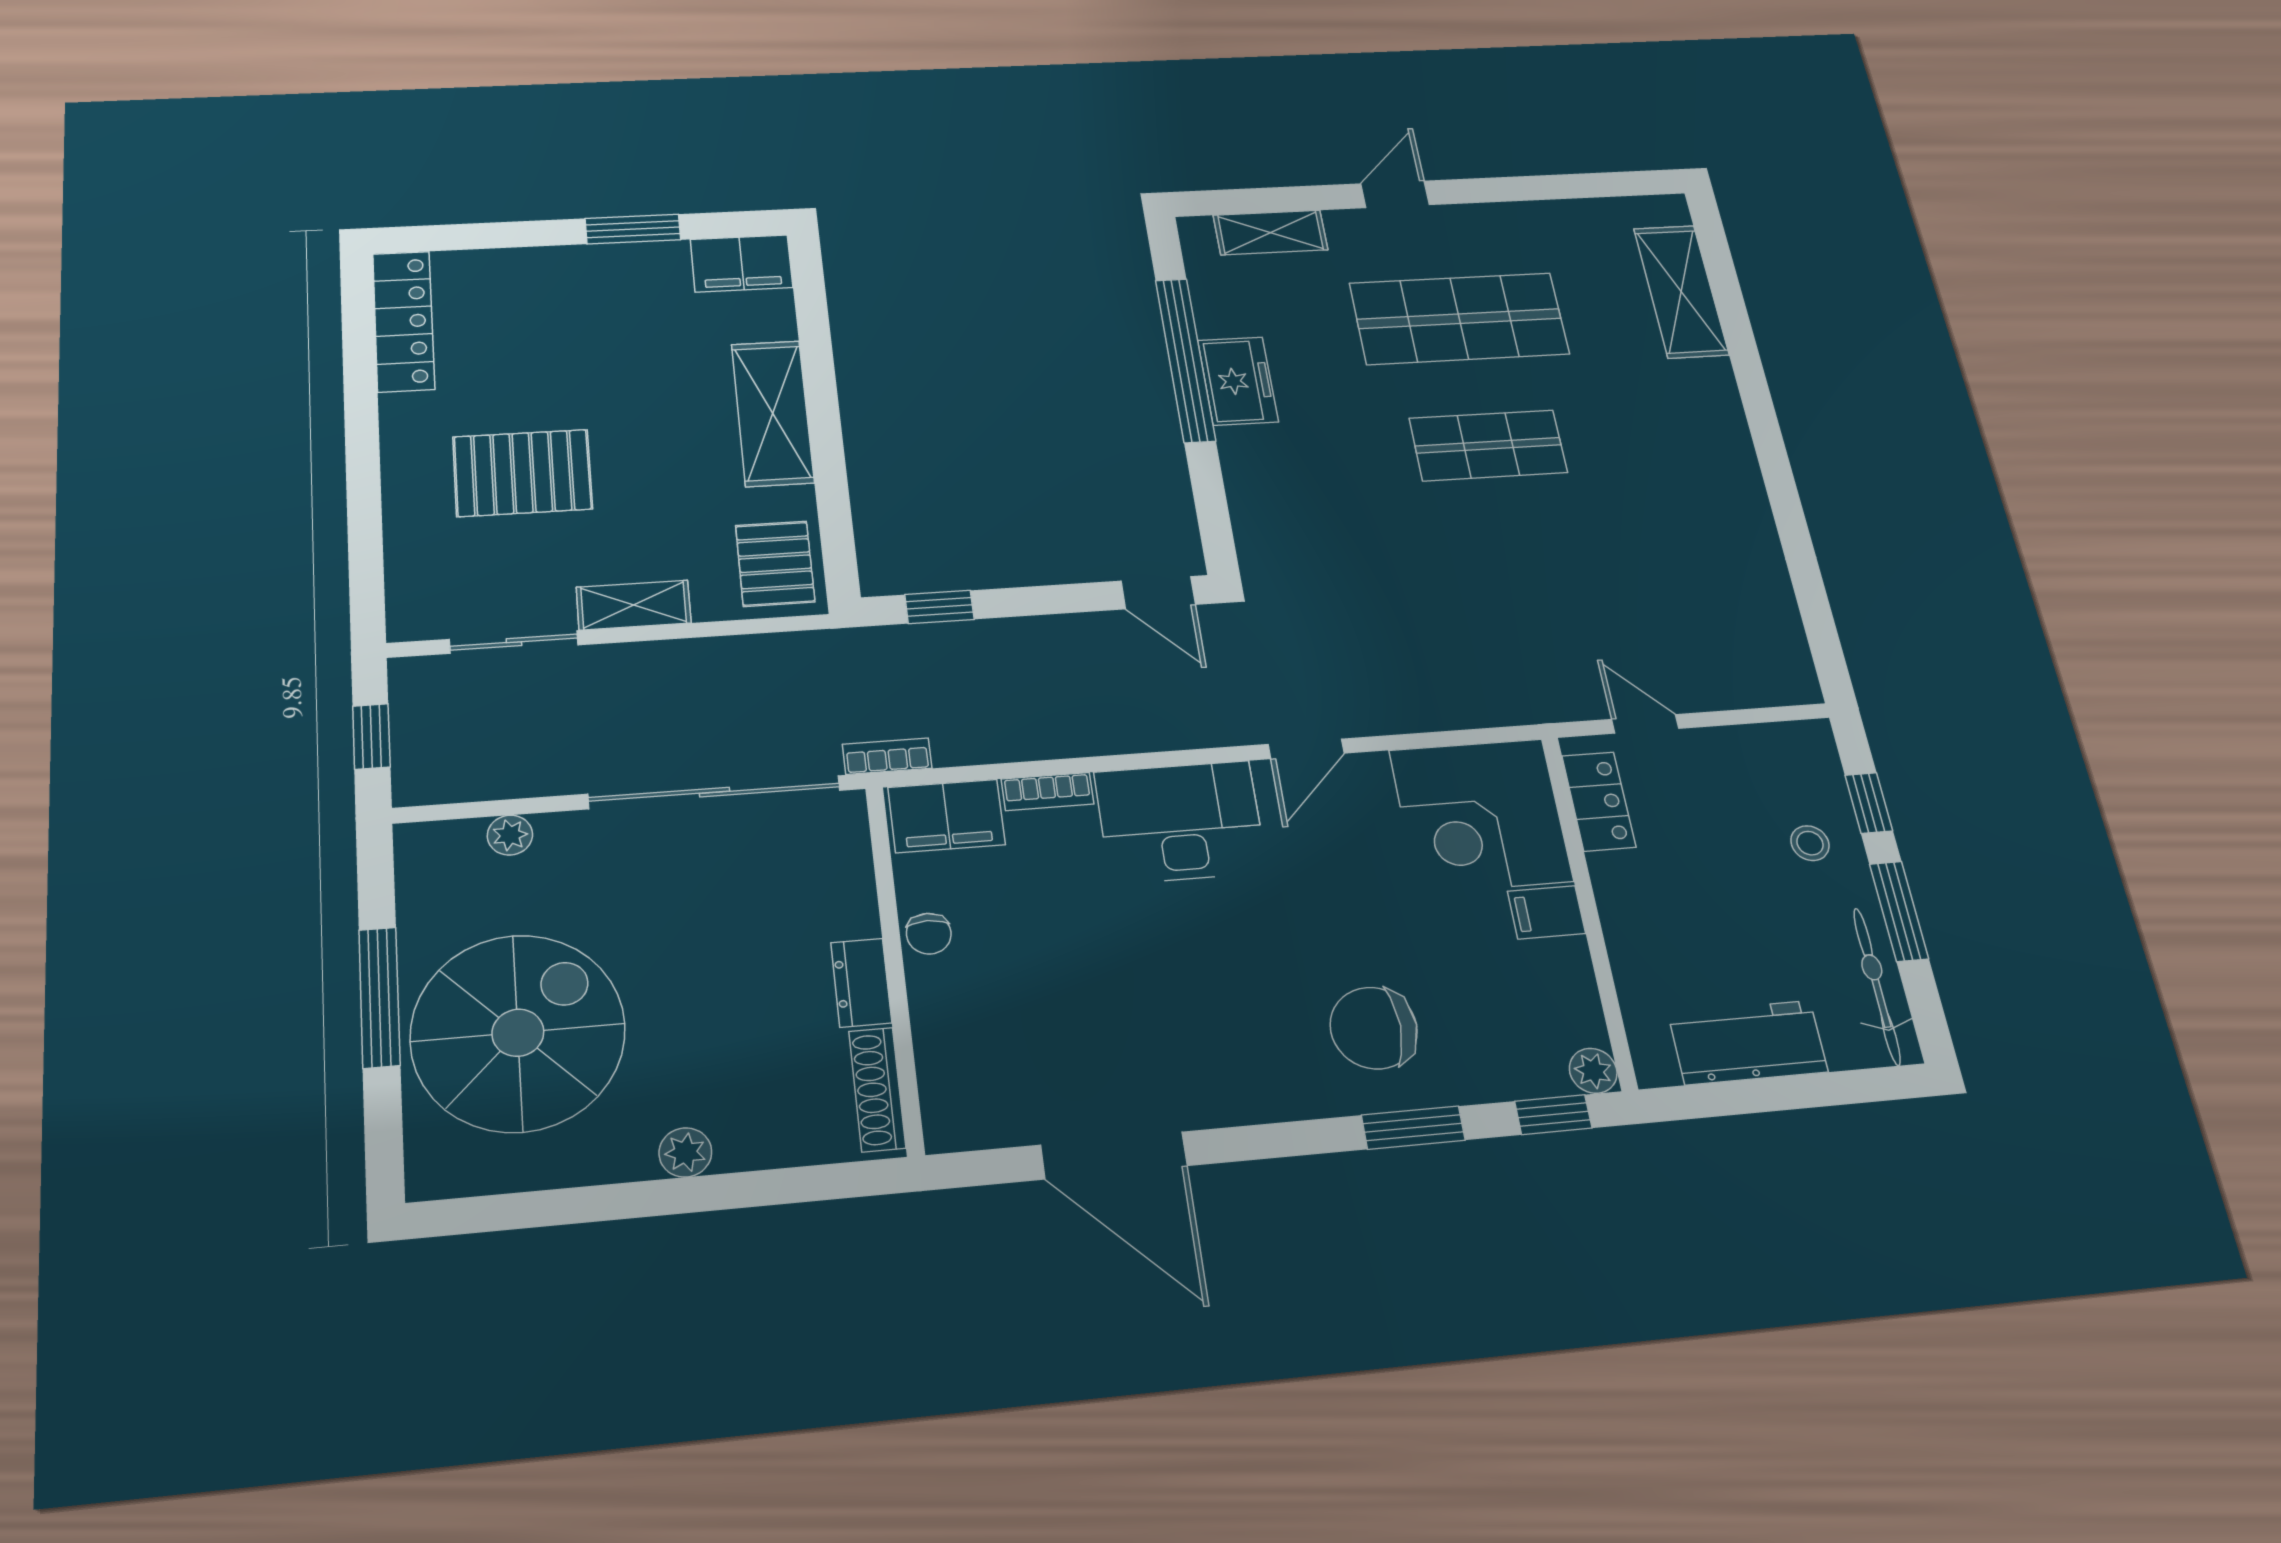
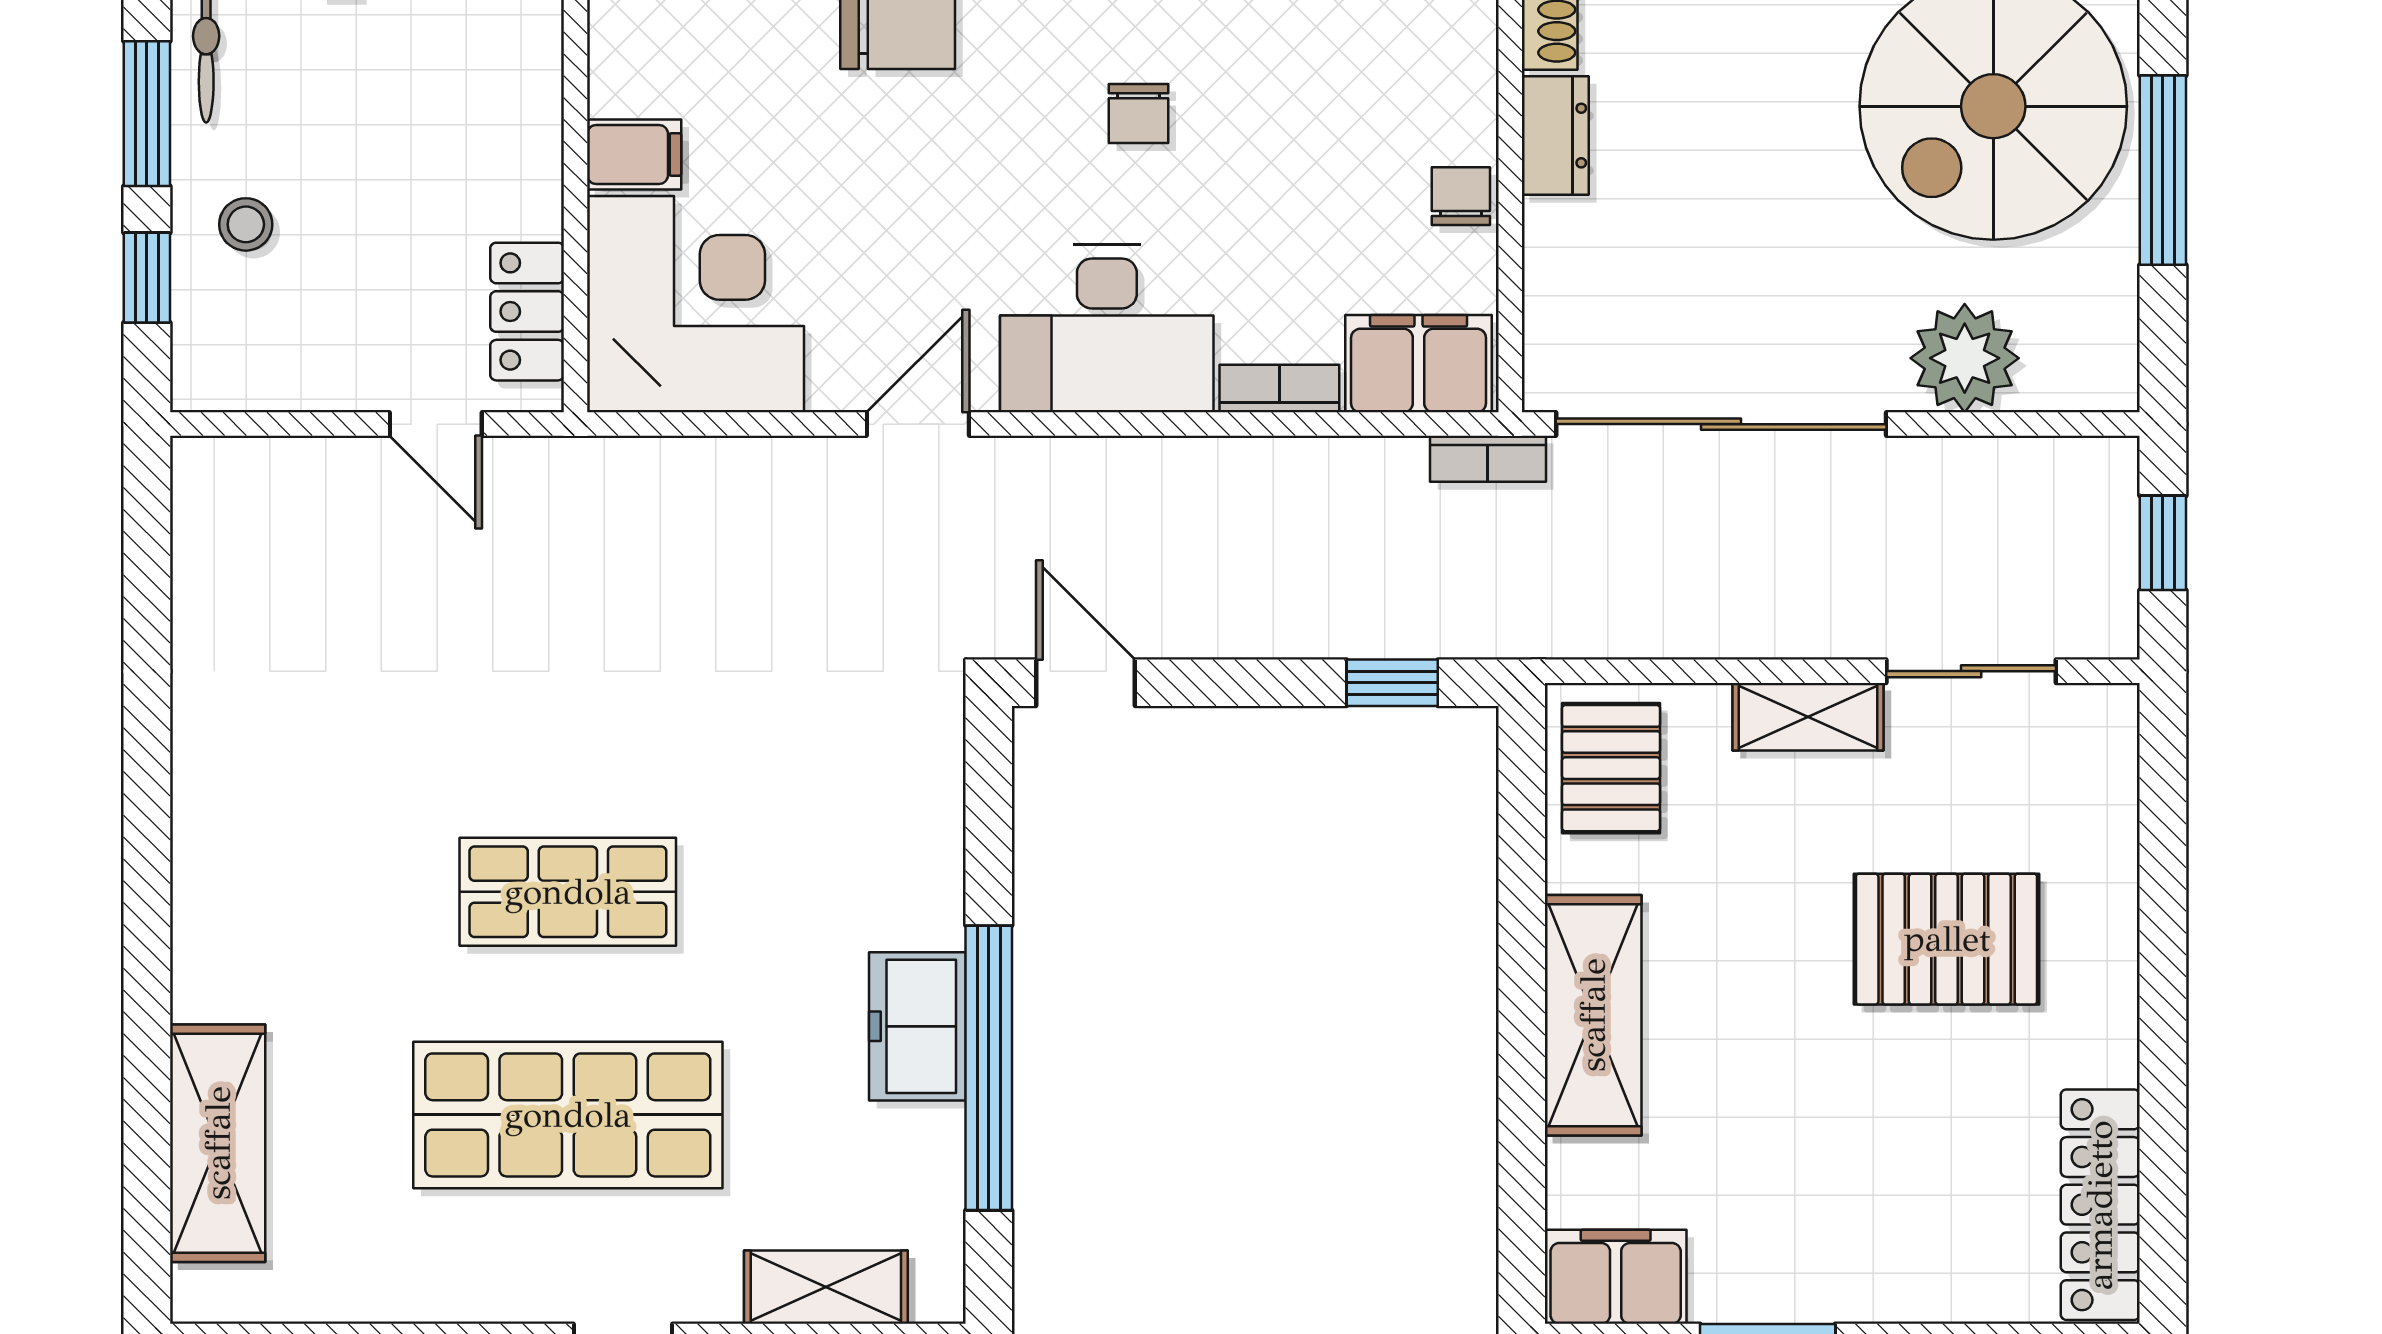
plant: (510, 835) -> (1965, 358), width x1.88, depth x1.88
chair: (1181, 972) -> (1138, 113), added

